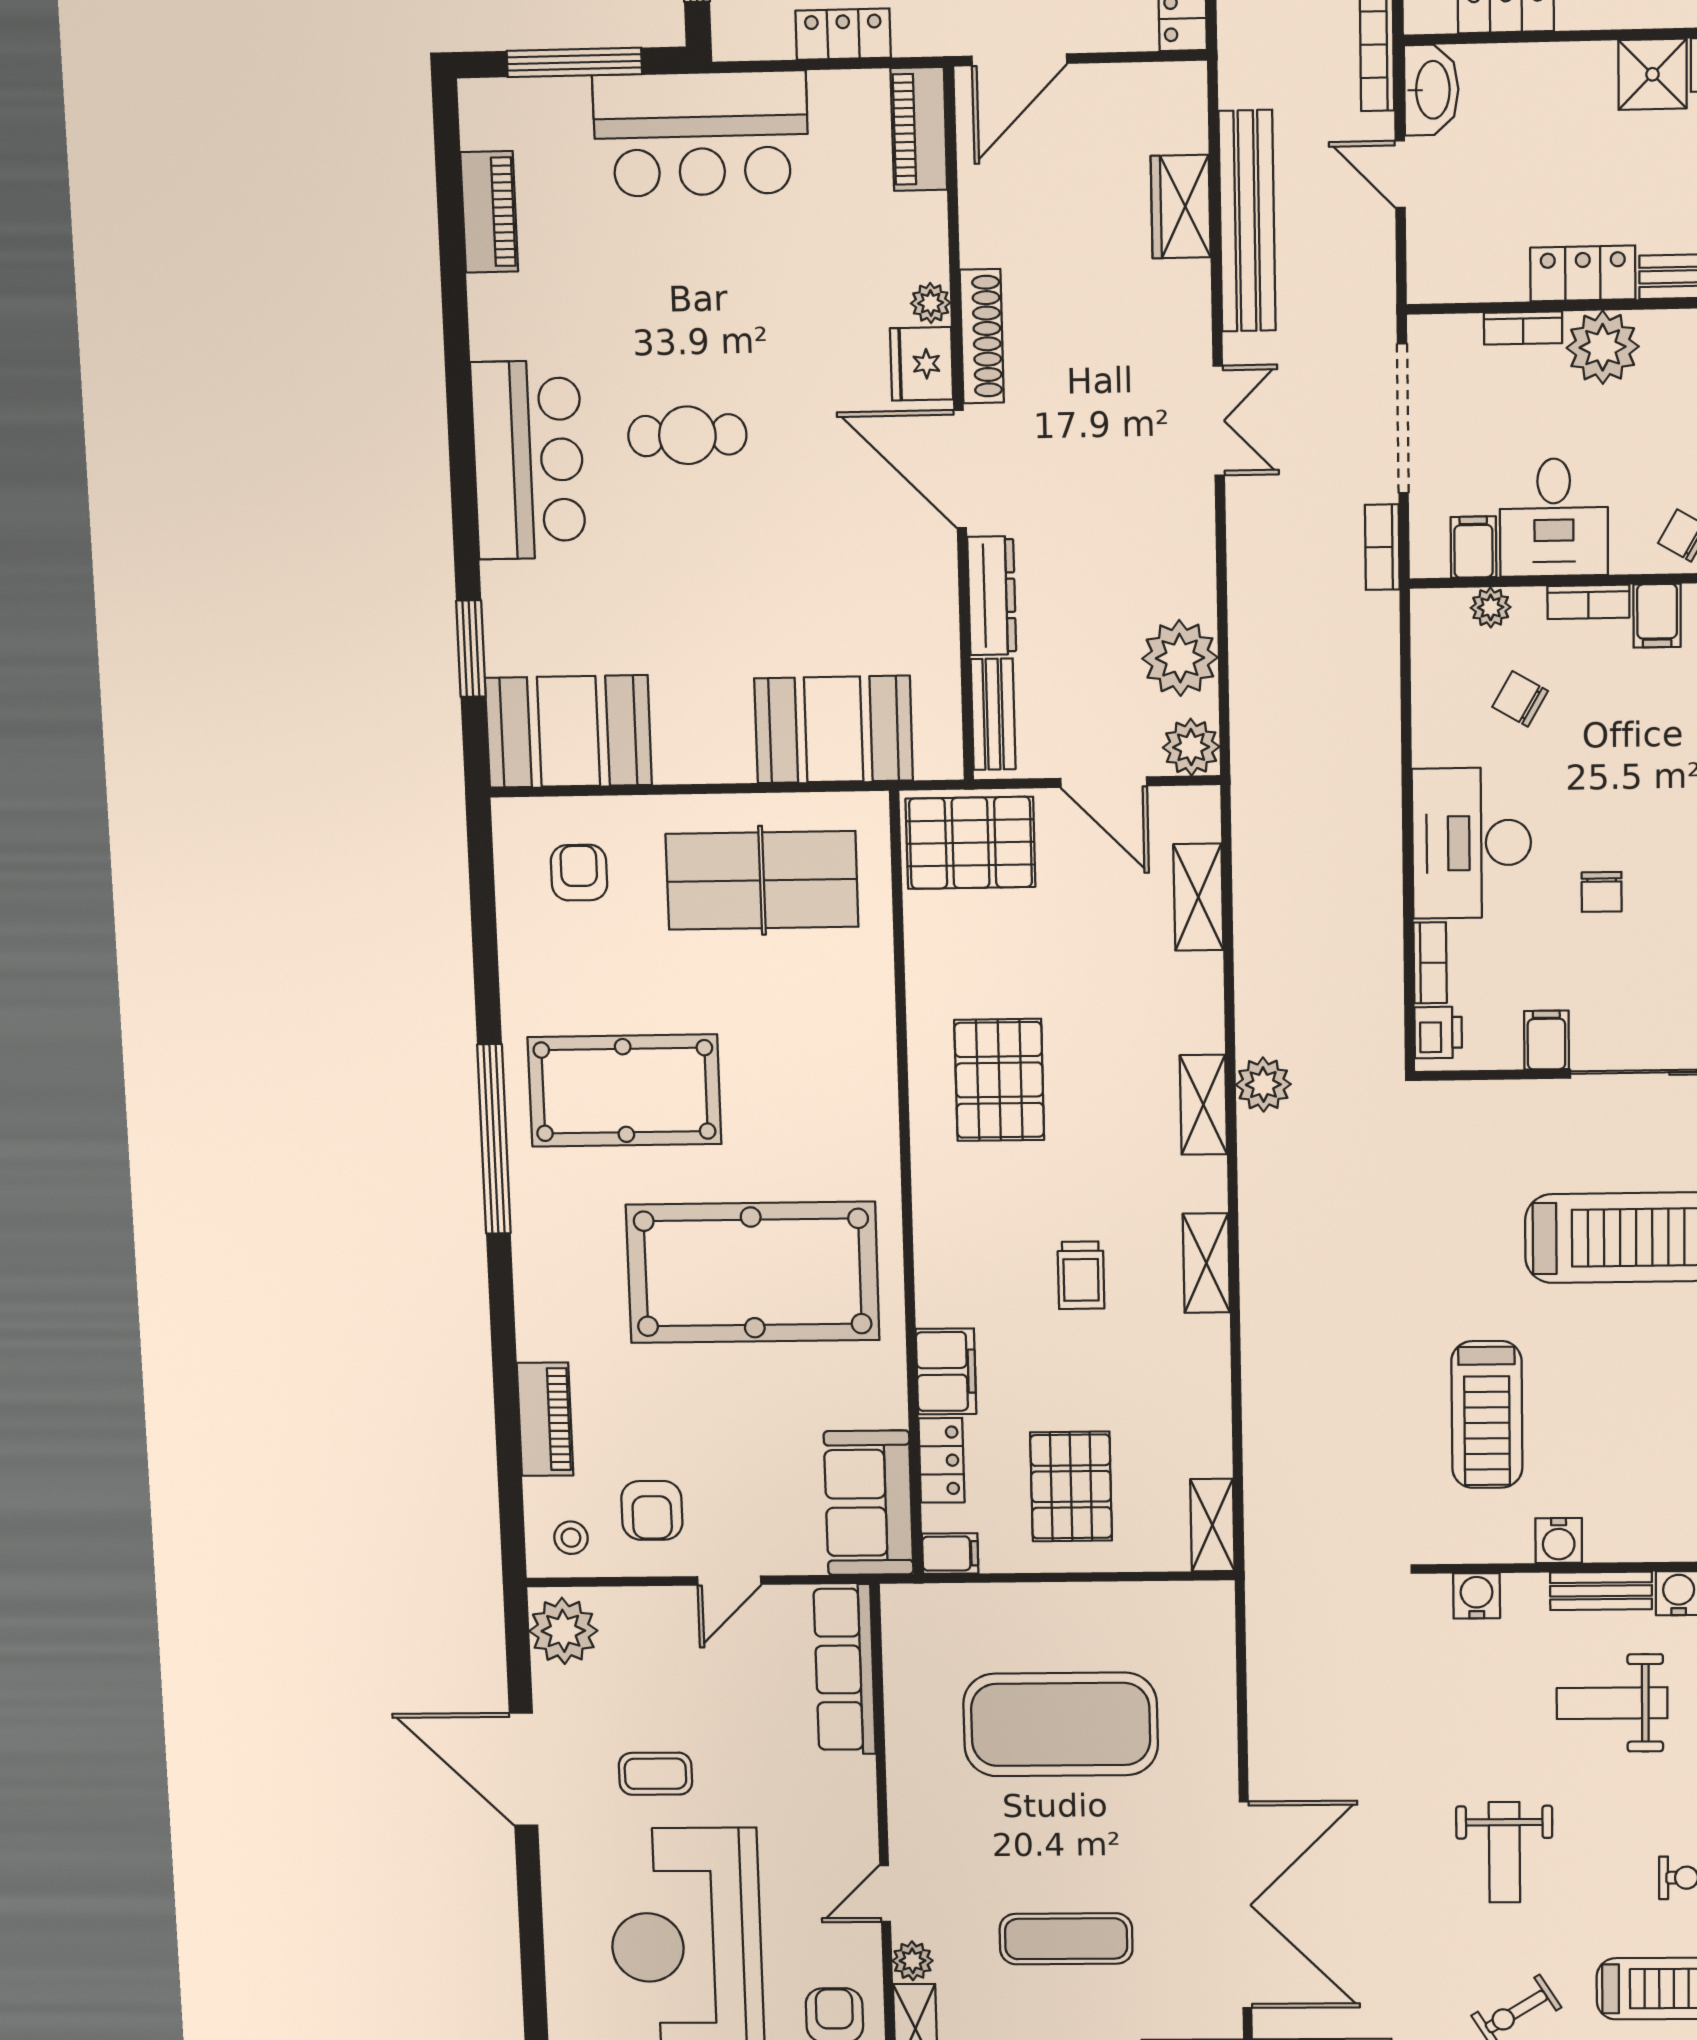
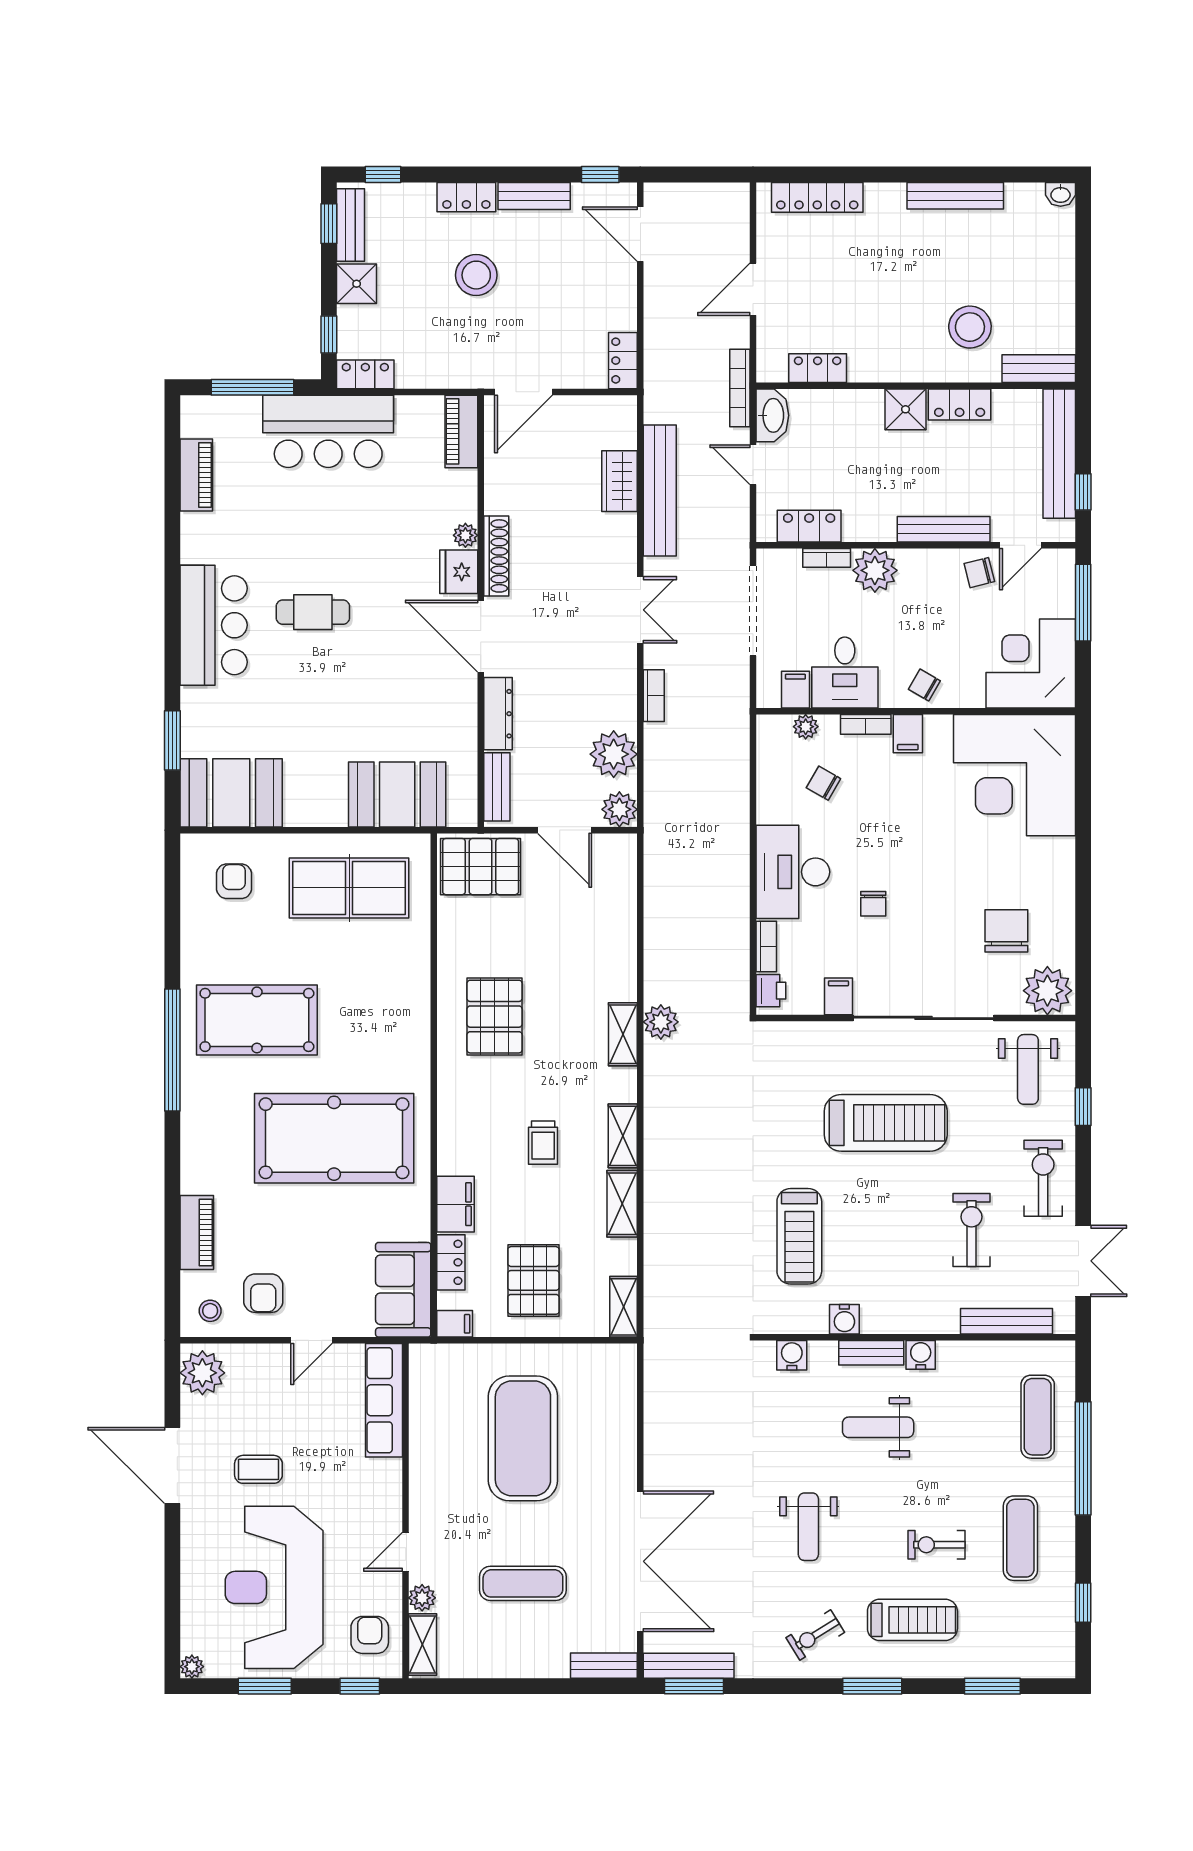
locker: (843, 34) -> (365, 374), moved
locker: (1583, 273) -> (809, 526), moved
bookcase: (1382, 547) -> (654, 696), moved, turned 180
shelving: (1198, 897) -> (622, 1204), moved
exercise mat: (1061, 1724) -> (523, 1438), turned 90

